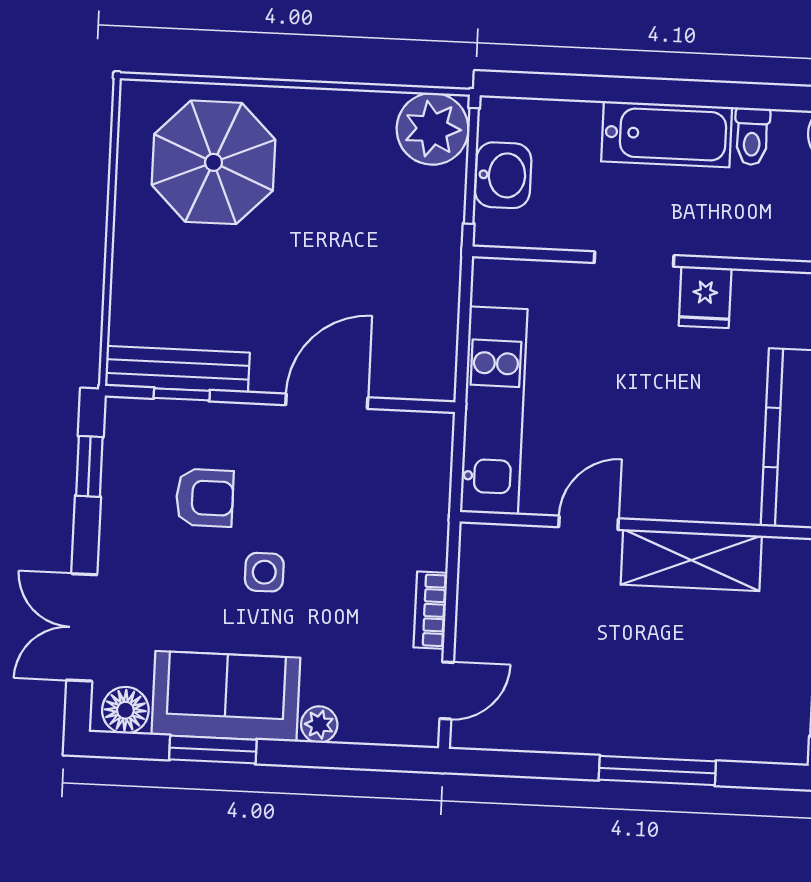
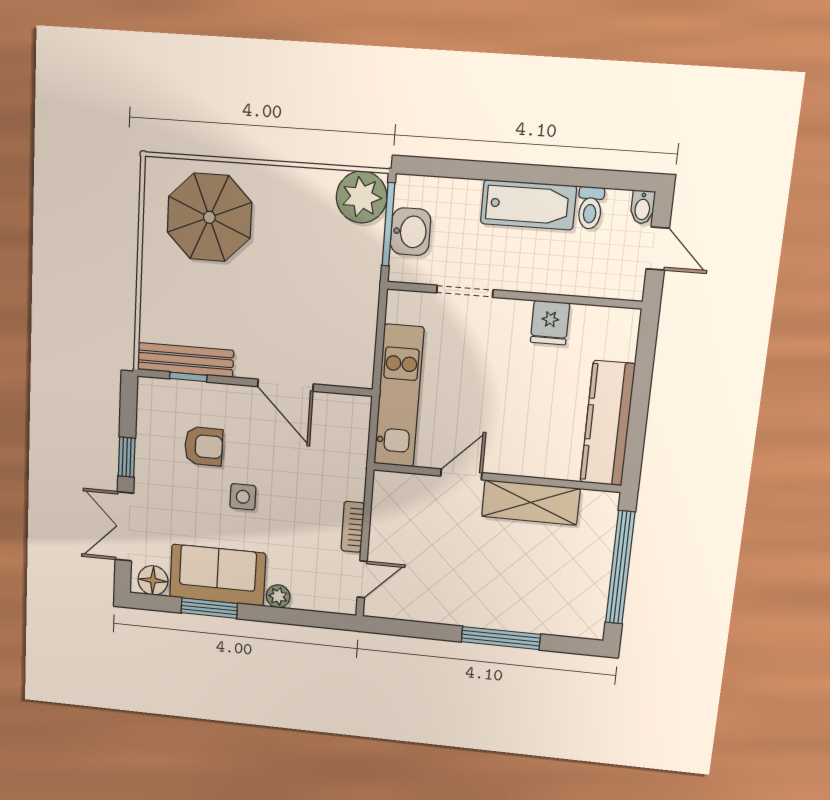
doorway: (634, 259) -> (465, 291), moved
door: (327, 401) -> (285, 385), swing flipped
window: (89, 466) -> (127, 457), moved

